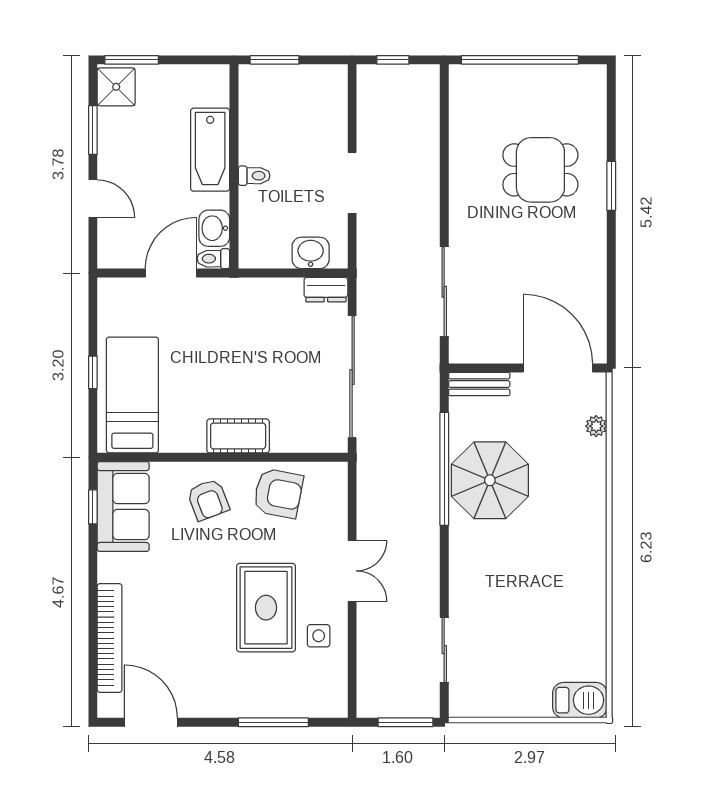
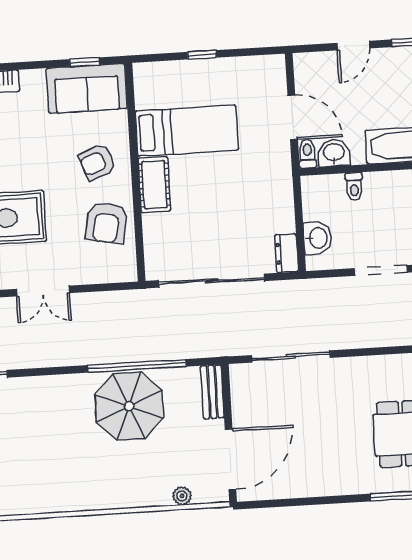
toilet: (254, 176) -> (354, 186), moved
bed: (132, 395) -> (187, 131), moved

